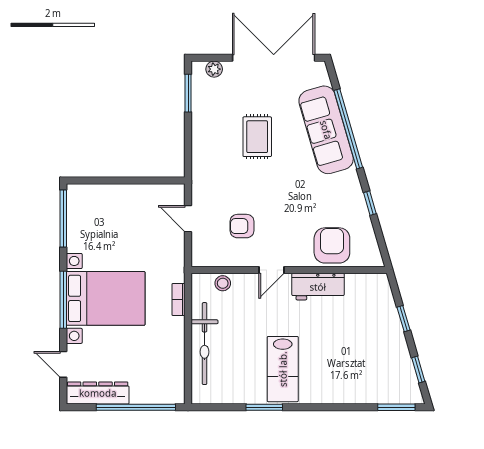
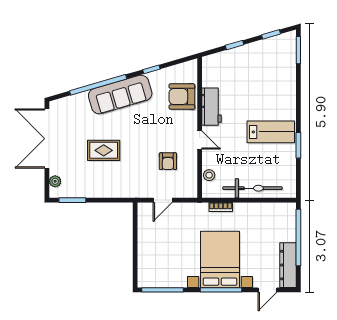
sofa: (326, 130) -> (120, 95), moved

